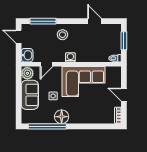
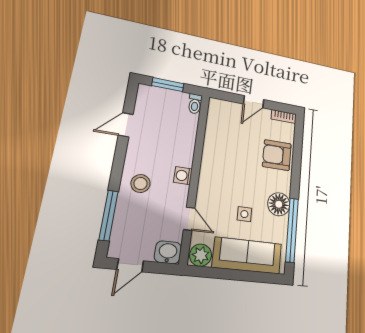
corner sofa: (84, 82) -> (226, 160), removed
sofa: (30, 95) -> (247, 256), width x1.36
armchair: (92, 113) -> (277, 155), added

